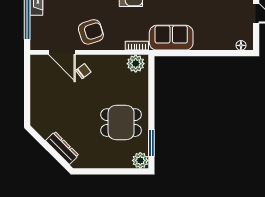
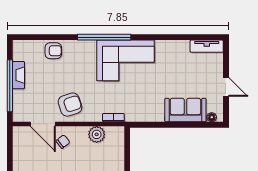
sofa: (171, 38) -> (185, 110), moved
plant: (136, 64) -> (97, 134), moved

